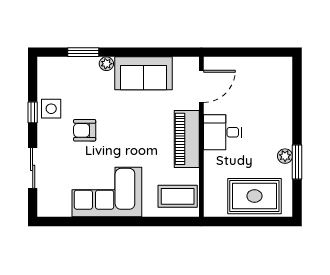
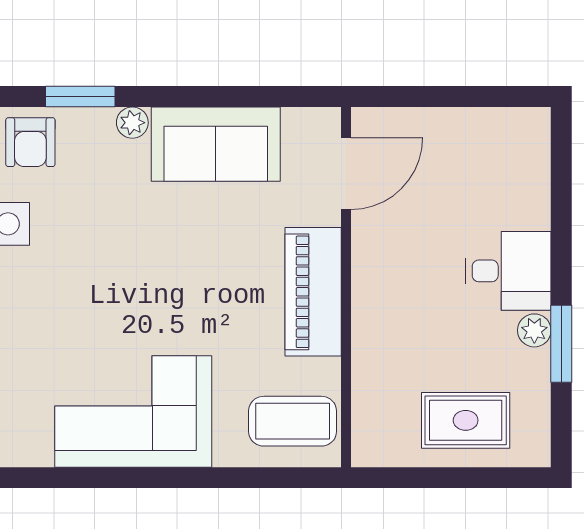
armchair: (85, 130) -> (30, 142), moved, turned -90
desk: (223, 132) -> (508, 271), moved, turned 180
rug: (254, 196) -> (466, 420), width x0.73, depth x0.70

